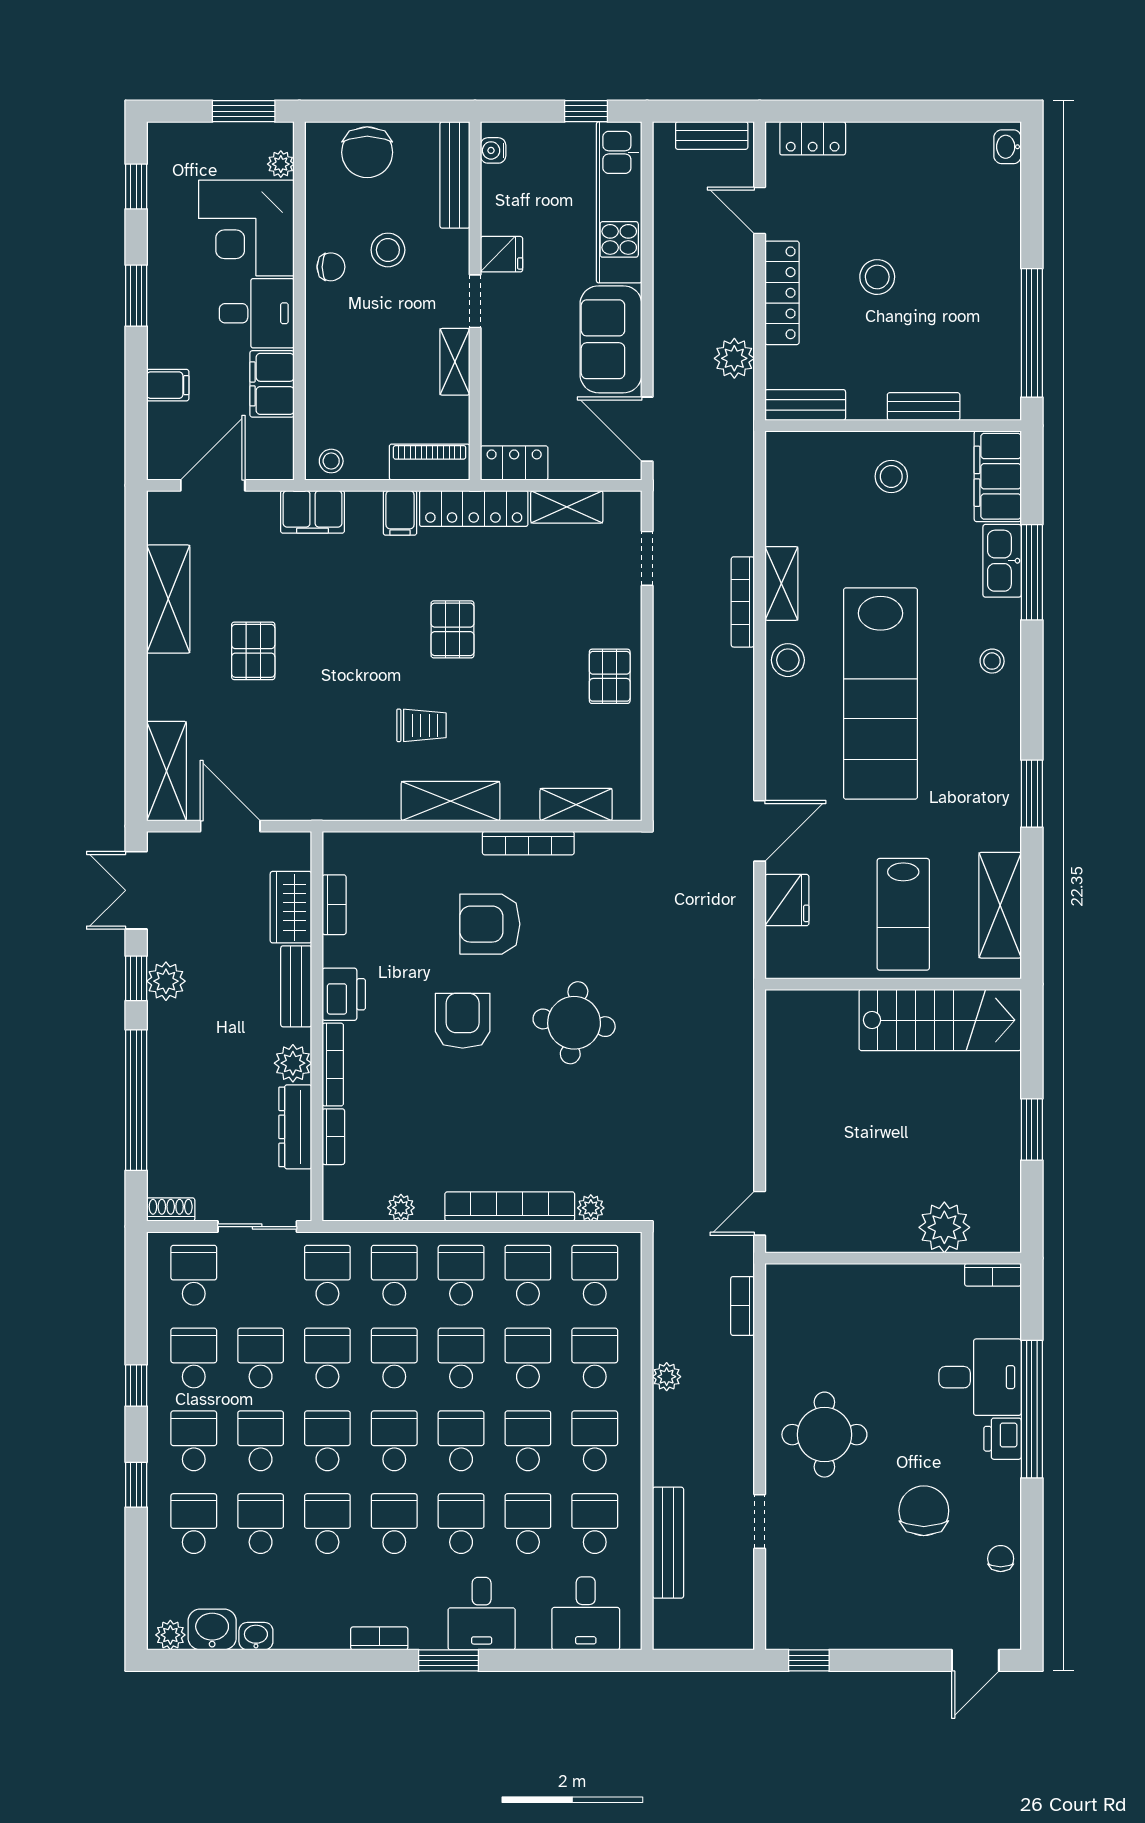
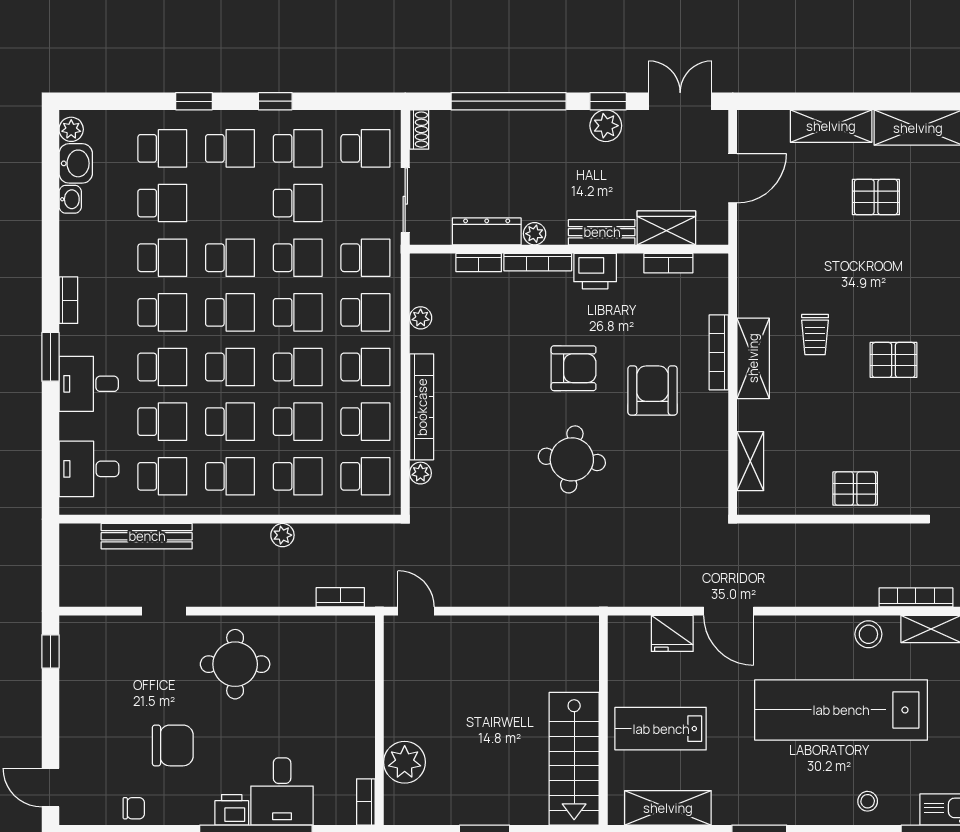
shelving: (166, 771) -> (831, 126), moved
bookcase: (528, 843) -> (719, 352), moved
plant: (293, 1063) -> (535, 234), width x0.73, depth x0.73
school desk: (261, 1441) -> (230, 203), removed

